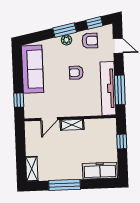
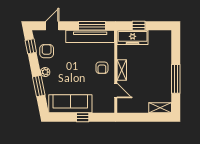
window: (65, 30) -> (39, 86), moved
armchair: (76, 73) -> (102, 68), moved
window: (19, 100) -> (83, 117), moved
freezer: (100, 171) -> (133, 37), moved, turned -90

